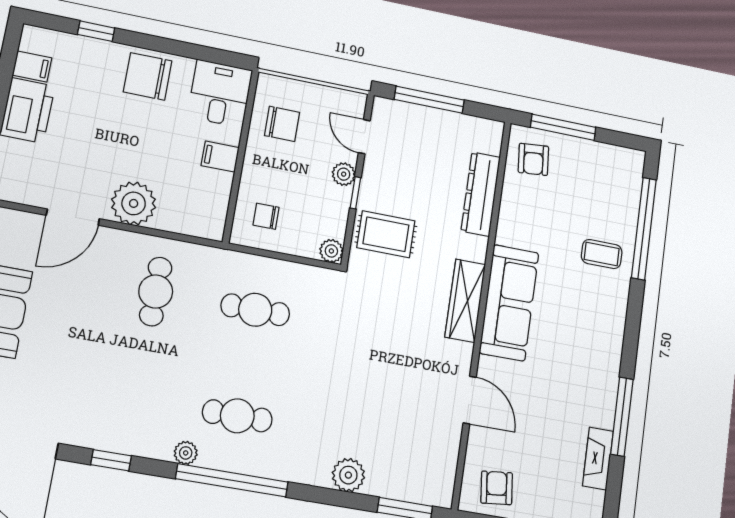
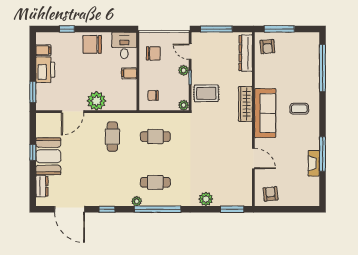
dresser: (481, 194) -> (246, 53), moved
coffee table: (602, 254) -> (299, 109), moved
wardrobe: (465, 301) -> (245, 104), moved
fireplace: (598, 458) -> (314, 163), moved

